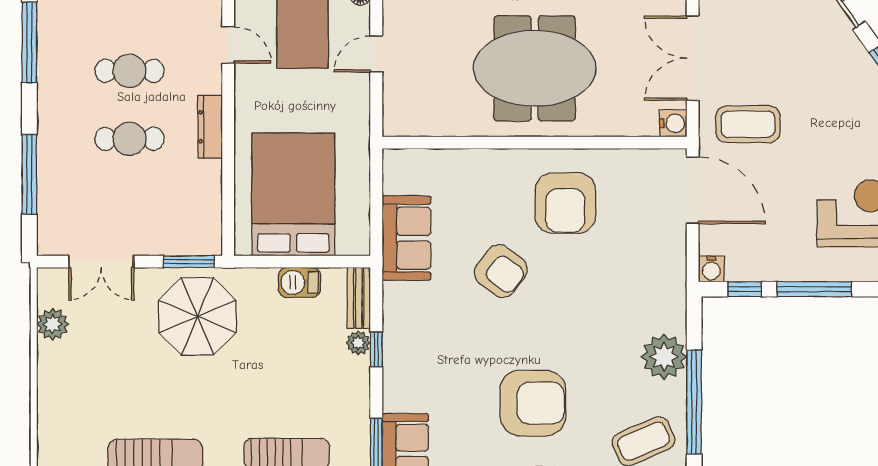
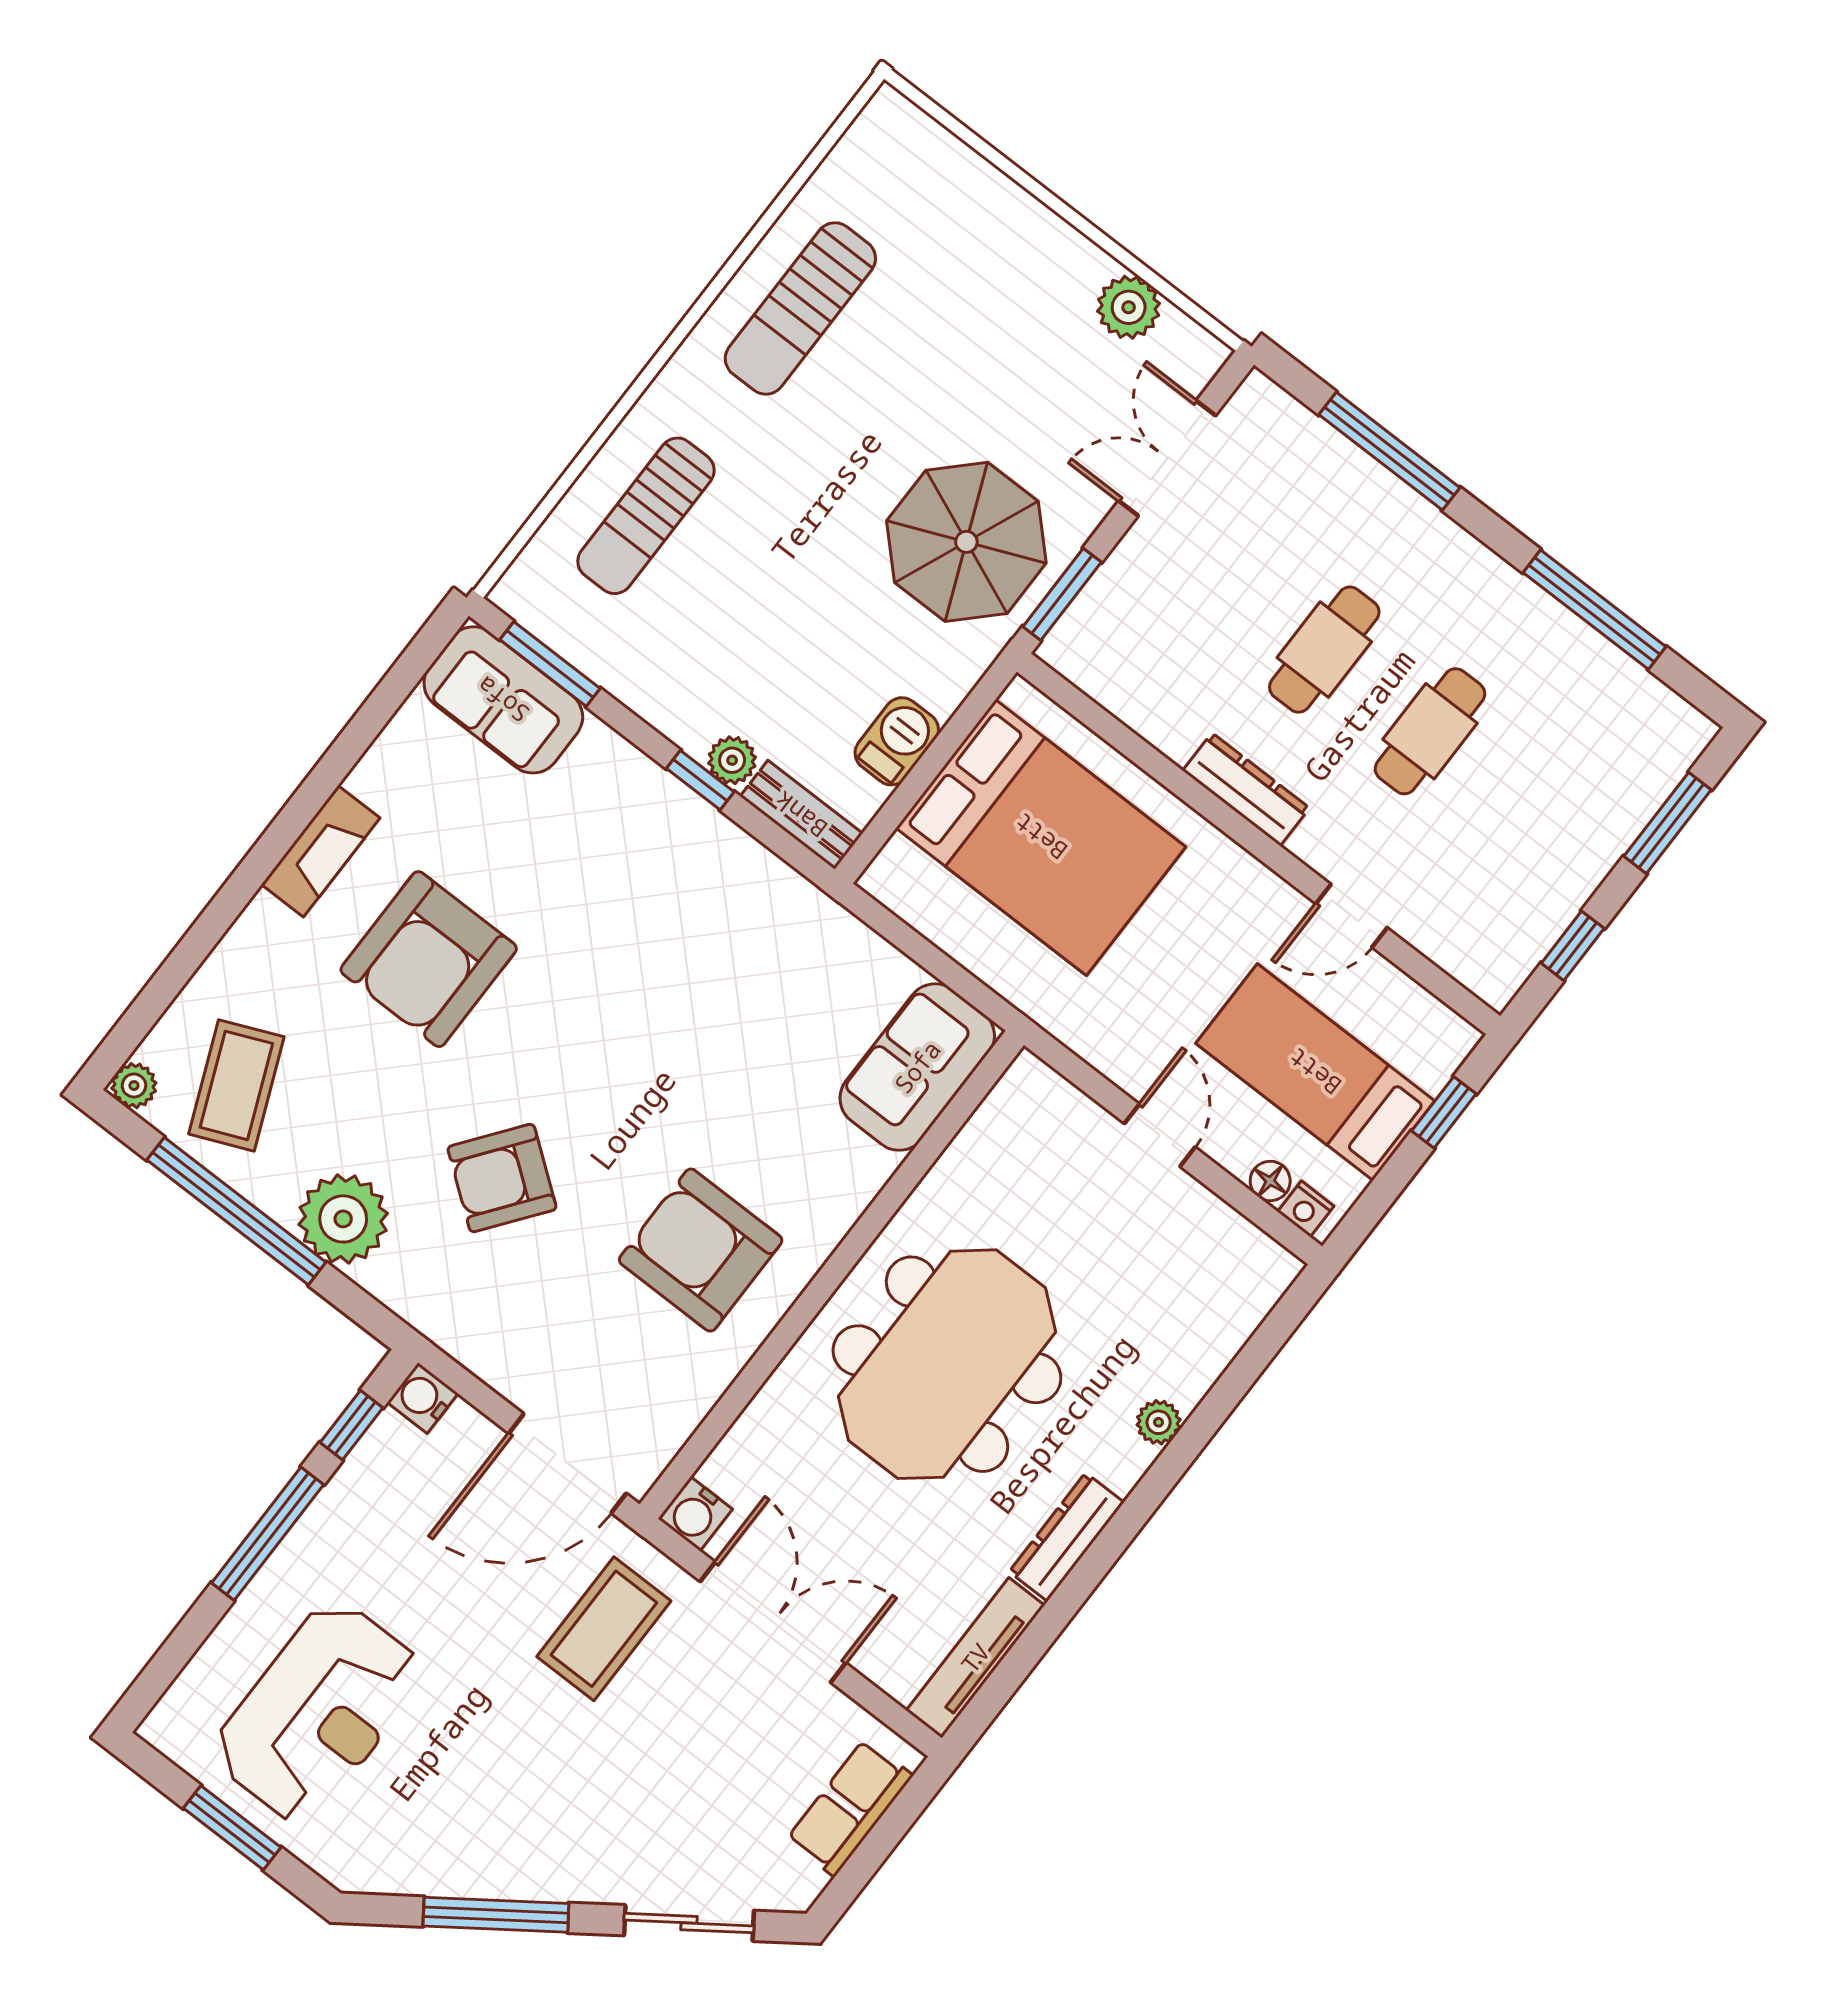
sofa: (406, 238) -> (917, 1067), moved, turned 90
armchair: (501, 271) -> (502, 1178), moved

